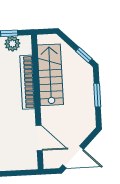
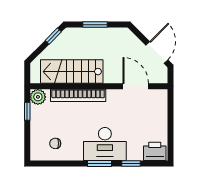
plant: (12, 44) -> (38, 97), moved
door: (39, 138) -> (136, 86), hinge flipped

